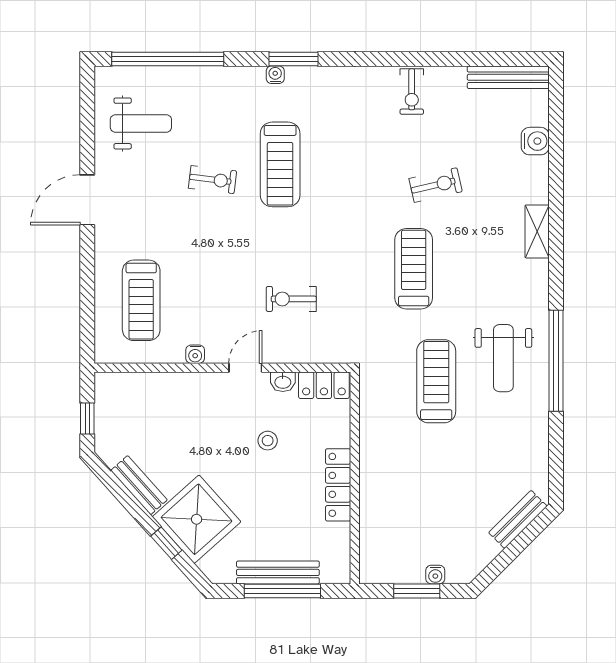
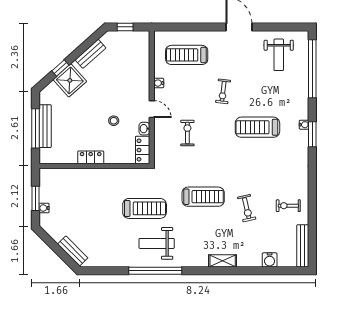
exercise bike: (412, 92) -> (288, 206), moved
exercise bike: (213, 180) -> (223, 91), moved
locker: (338, 485) -> (91, 157), width x0.66
shower: (197, 519) -> (70, 80), width x0.73, depth x0.73

